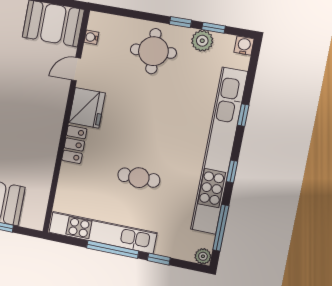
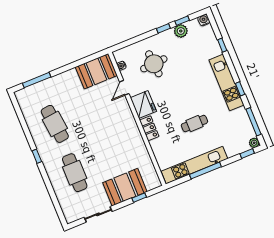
round table: (153, 51) -> (154, 64), moved
window: (243, 115) -> (222, 45), moved
kitchen unit: (219, 151) -> (227, 82), width x0.54
window: (159, 259) -> (247, 153), moved

